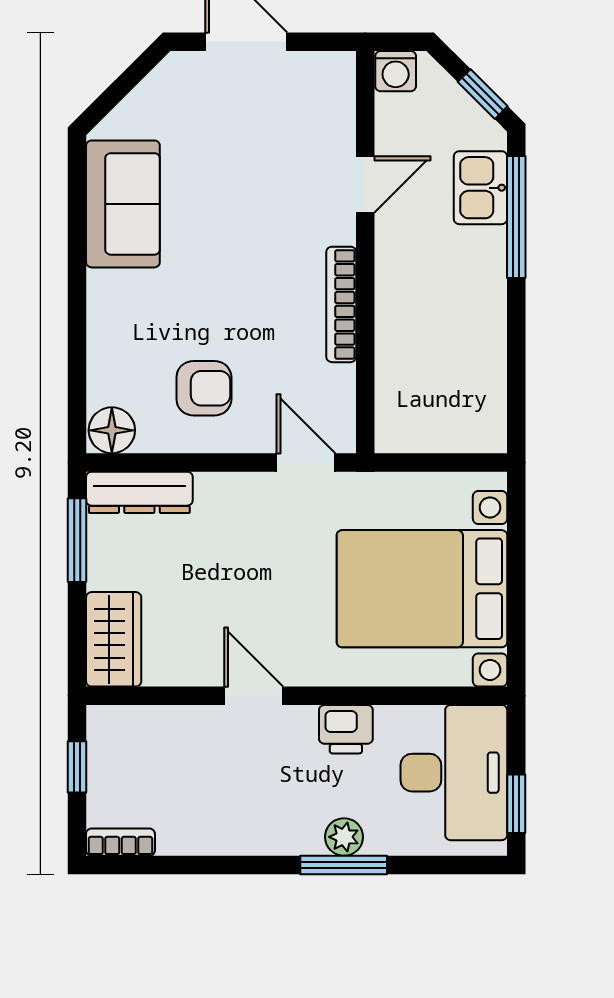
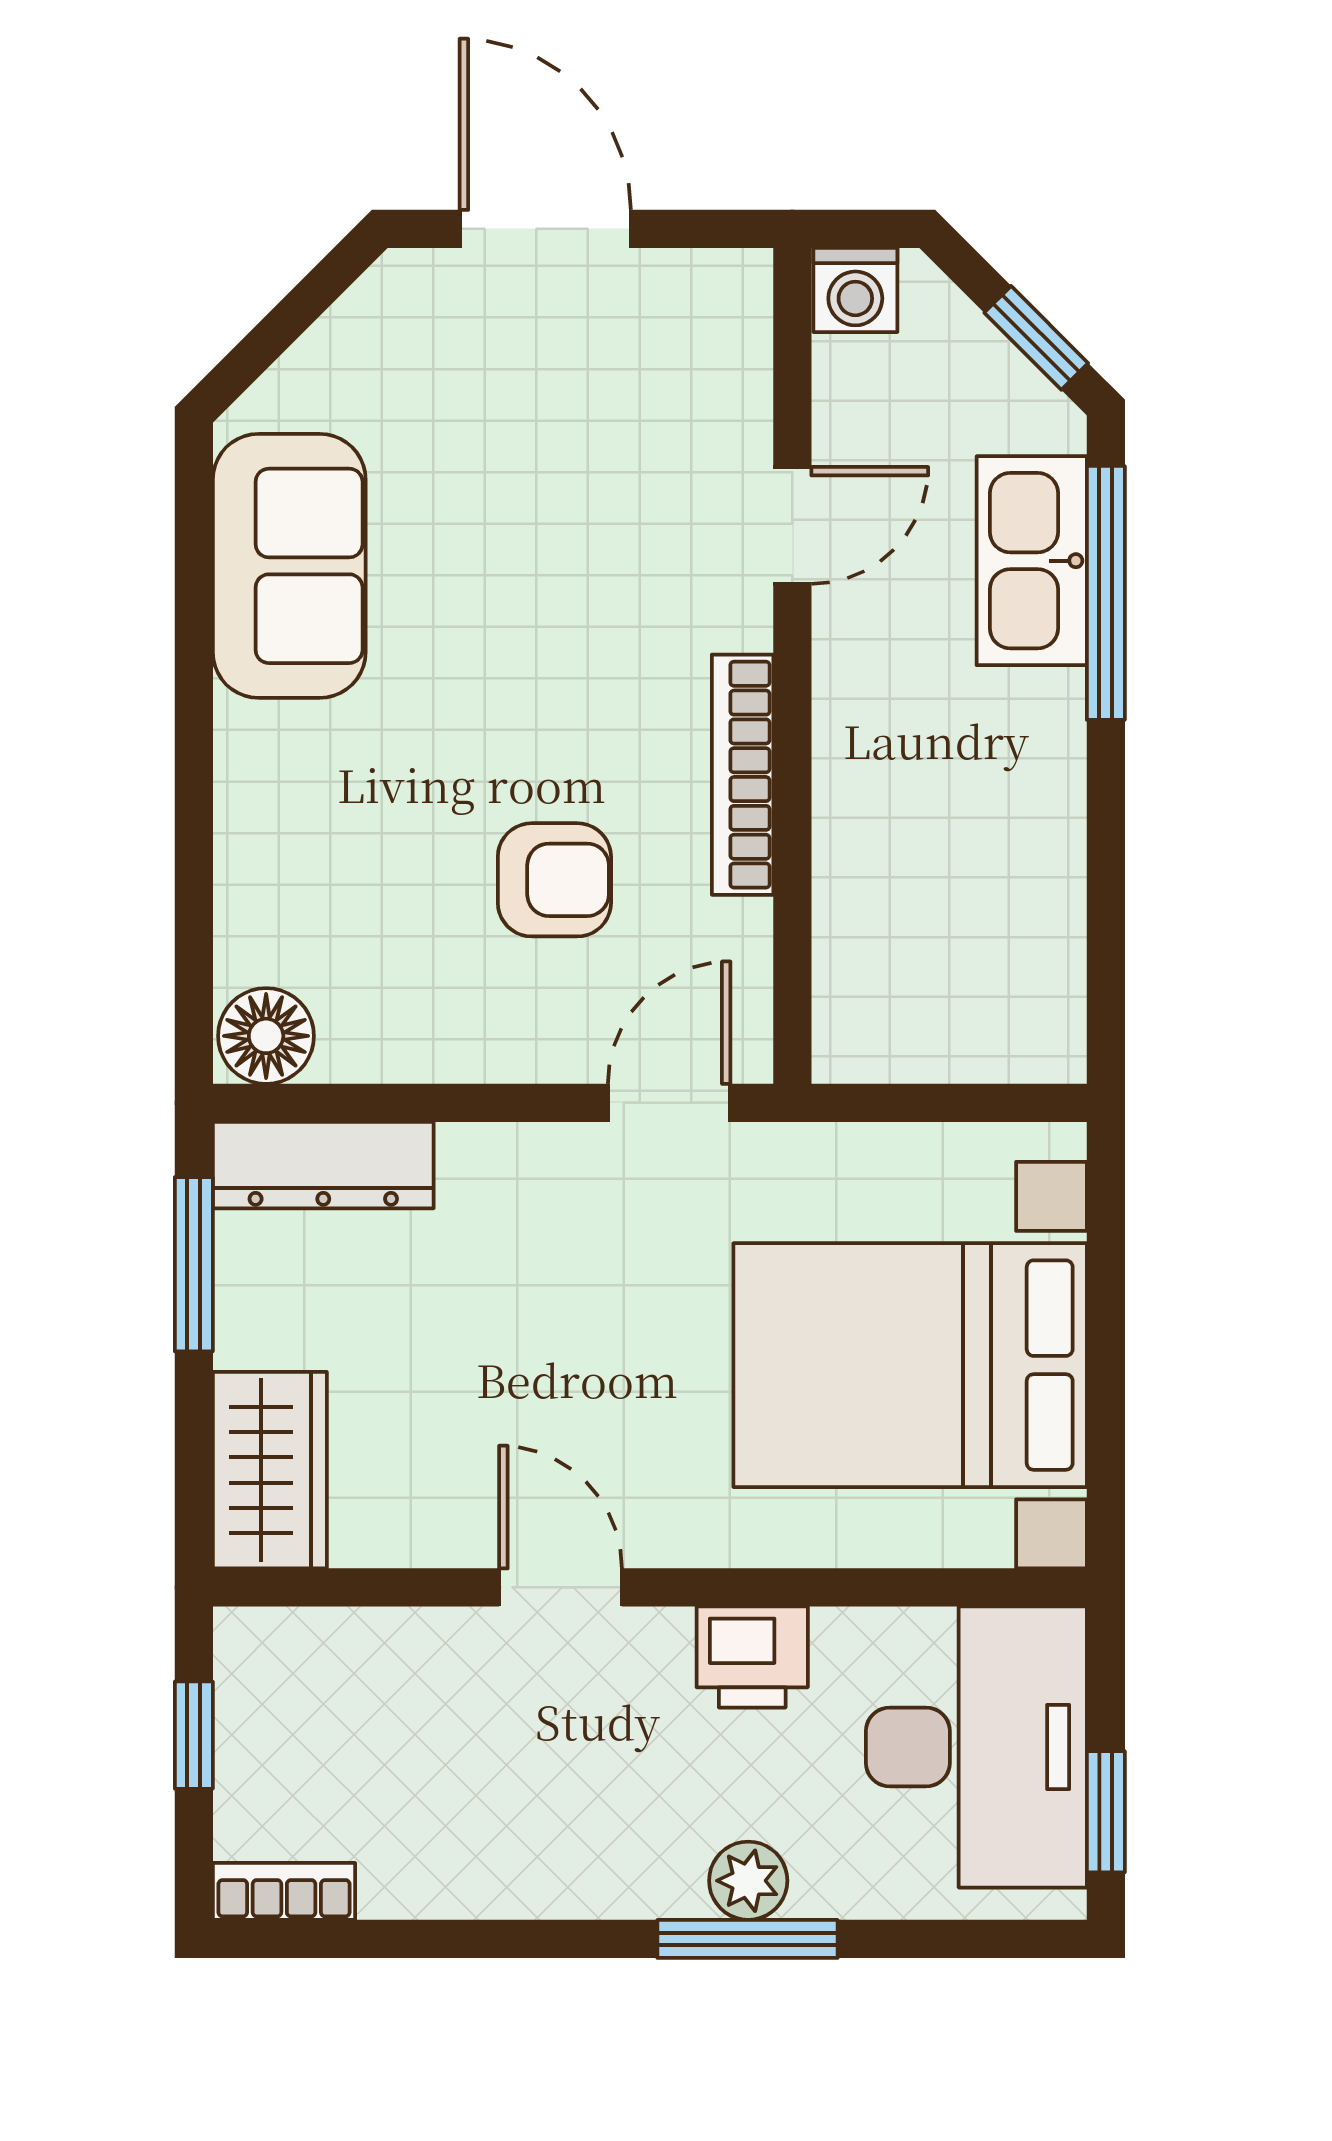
kitchen sink: (480, 188) -> (1032, 561), width x1.38
armchair: (204, 388) -> (554, 880), moved
door: (306, 462) -> (669, 1103), hinge flipped

